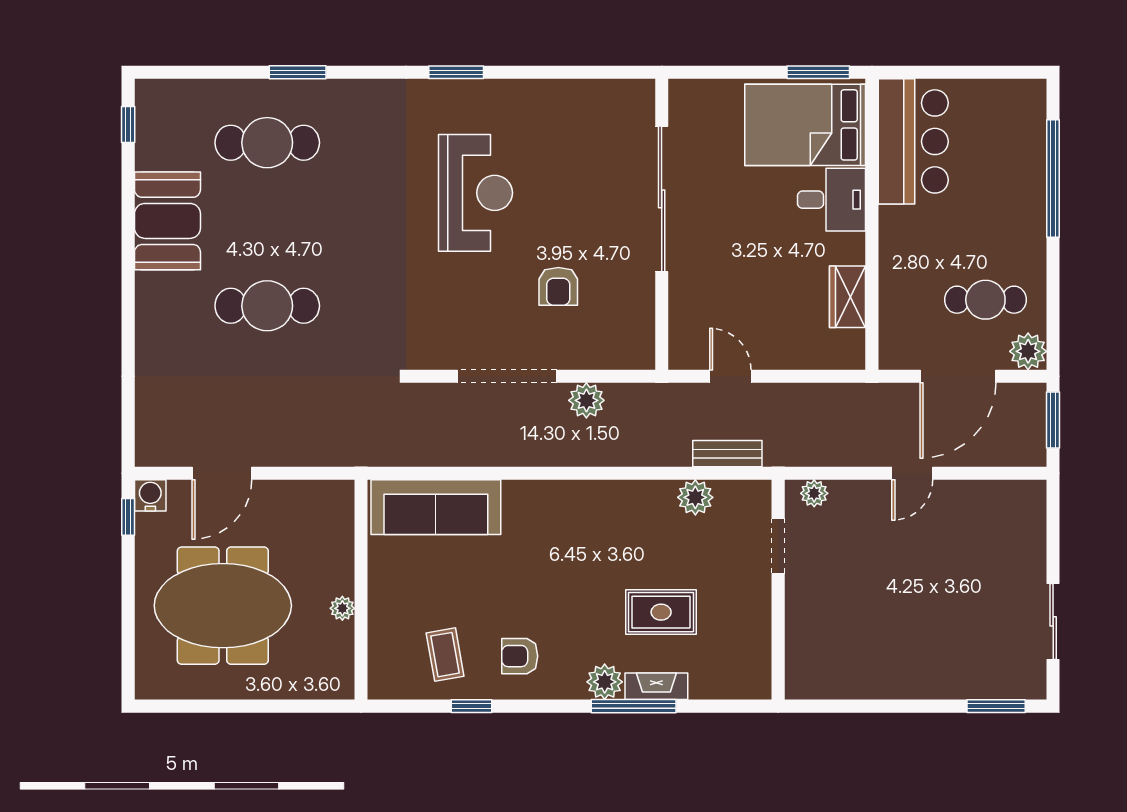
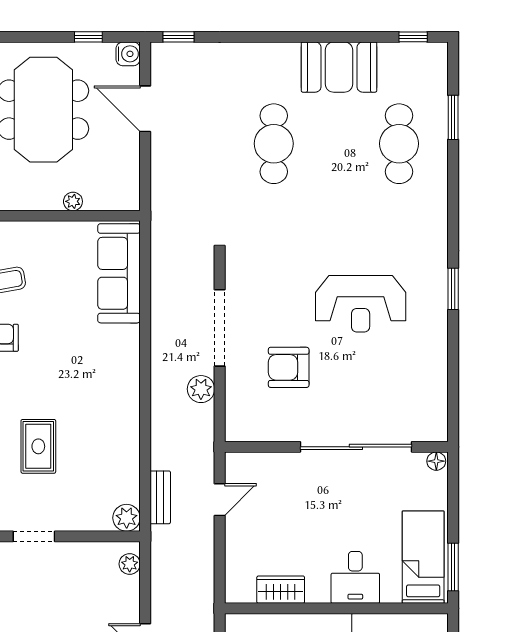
window: (298, 72) -> (453, 117), moved
floor lamp: (680, 94) -> (436, 461), added
bed: (805, 125) -> (423, 557), width x0.67
armchair: (558, 286) -> (289, 367), width x1.38, depth x1.38
window: (128, 430) -> (178, 37), added
plant: (695, 497) -> (127, 518), moved
window: (128, 517) -> (88, 37), moved
doorway: (778, 546) -> (34, 536), moved
plant: (342, 608) -> (73, 201), moved

